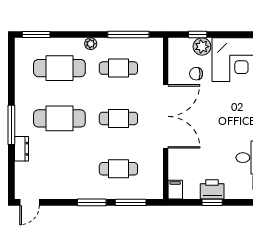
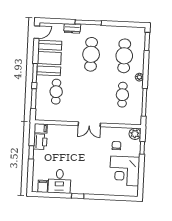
plant: (202, 47) -> (135, 134), moved
double door: (166, 116) -> (89, 124), width x0.54
cafe table: (118, 118) -> (89, 93), removed
booth: (68, 182) -> (49, 58), added
printer: (212, 189) -> (40, 142), moved
door: (30, 202) -> (37, 32), swing flipped

